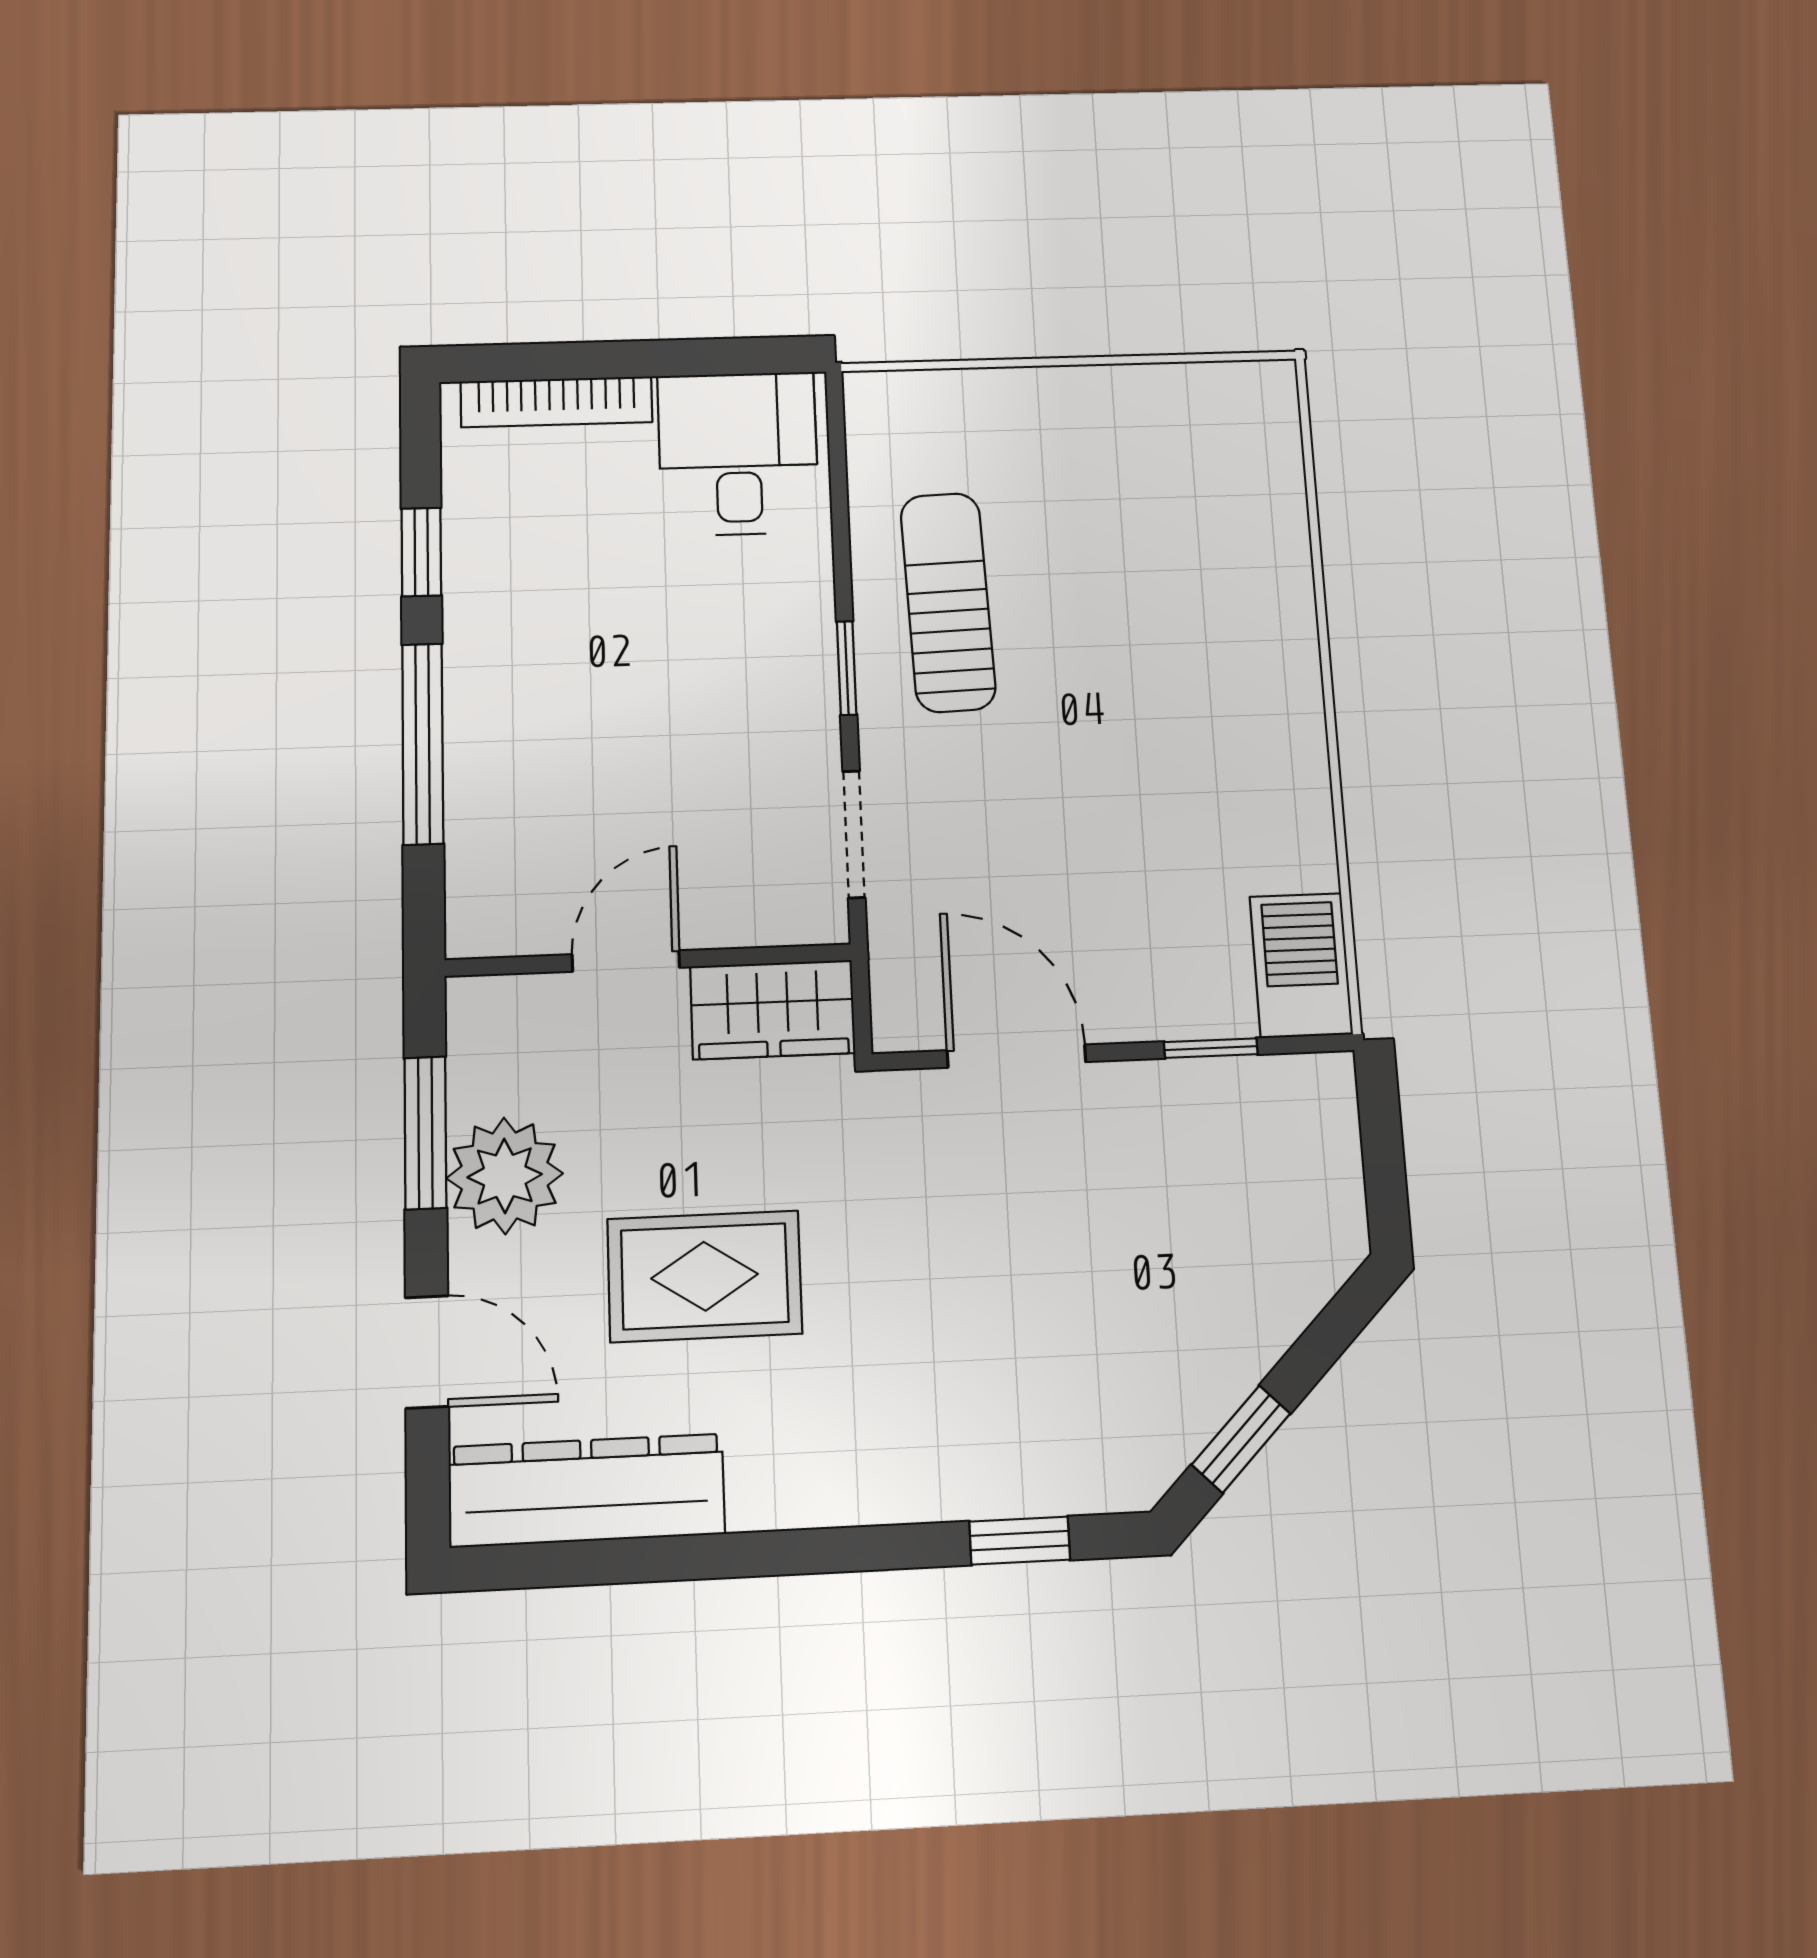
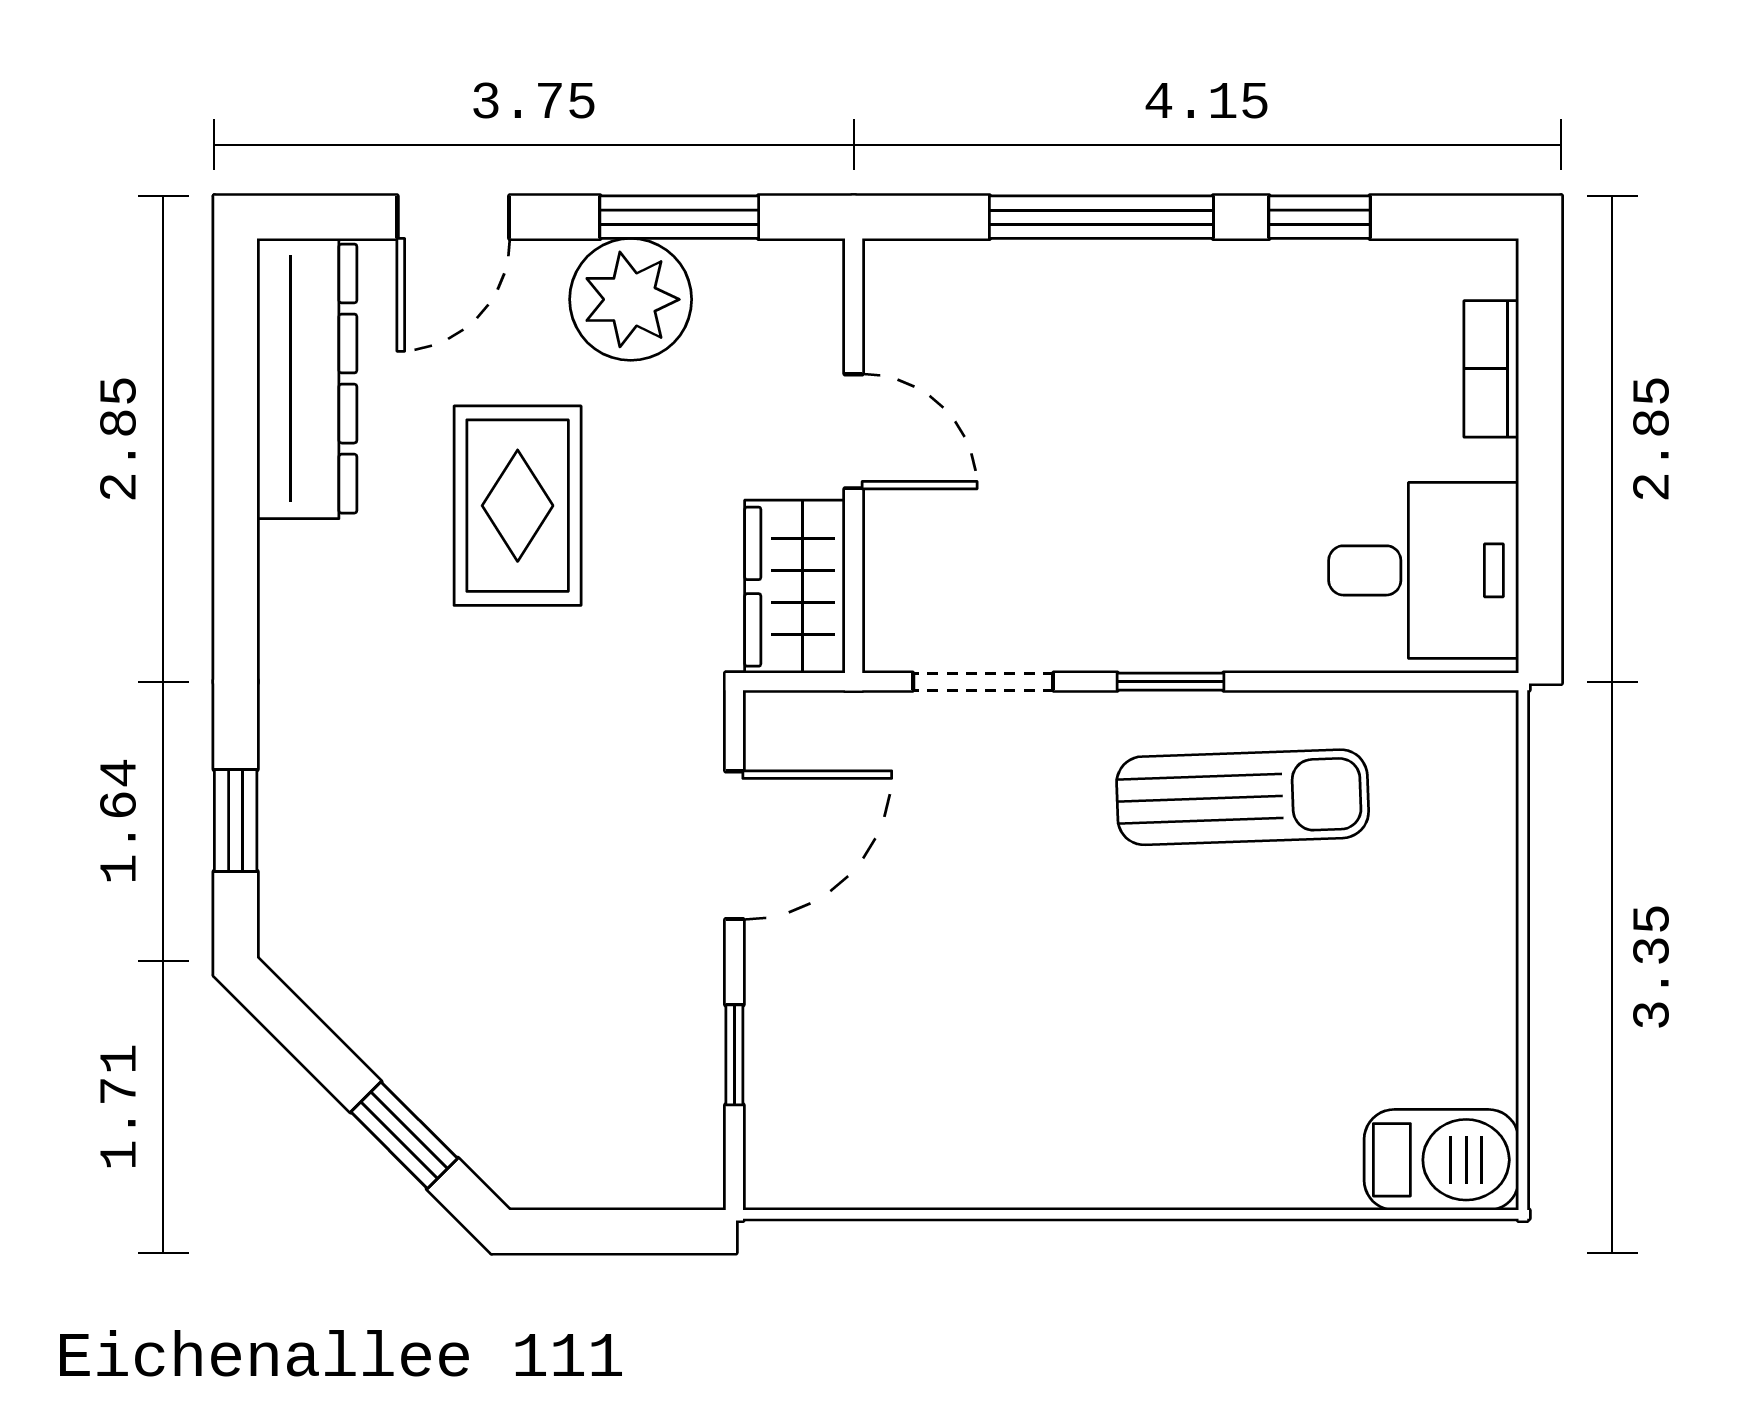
bookcase: (557, 402) -> (1491, 369), width x0.64
barbecue: (1301, 965) -> (1441, 1160), moved
window: (1241, 1439) -> (404, 1135), moved

